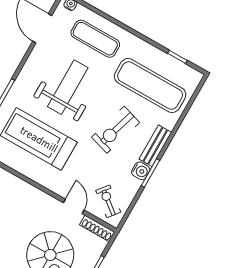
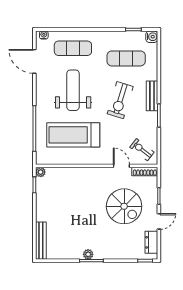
exercise mat: (150, 85) -> (126, 58), width x0.73, depth x0.69
water cooler: (141, 171) -> (152, 37), moved

